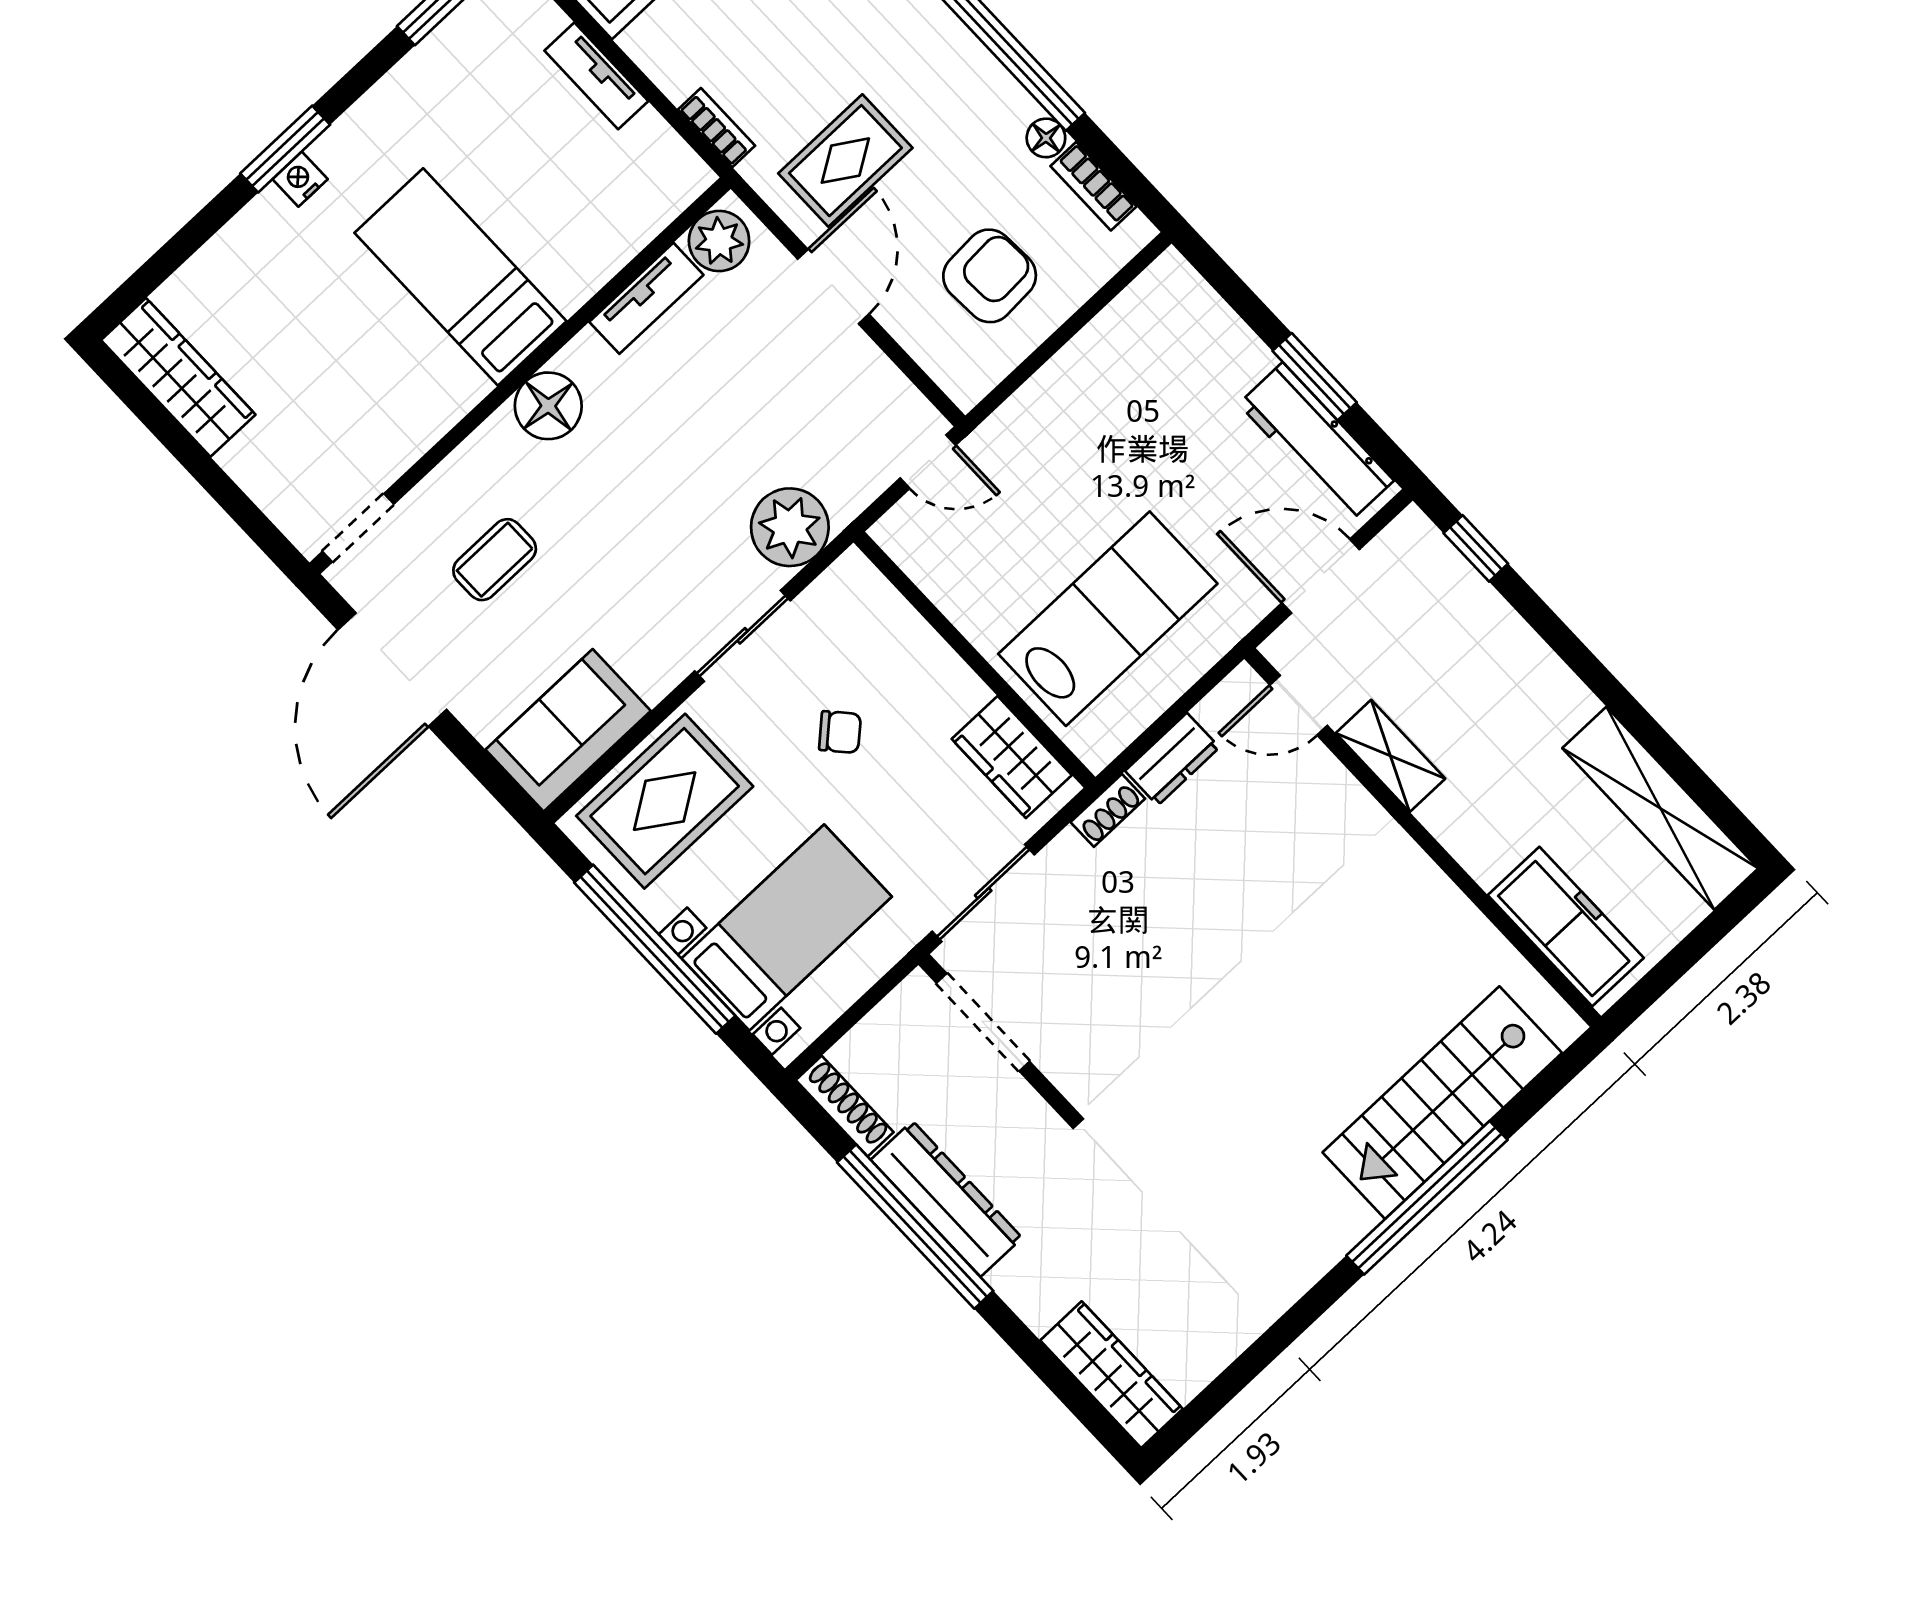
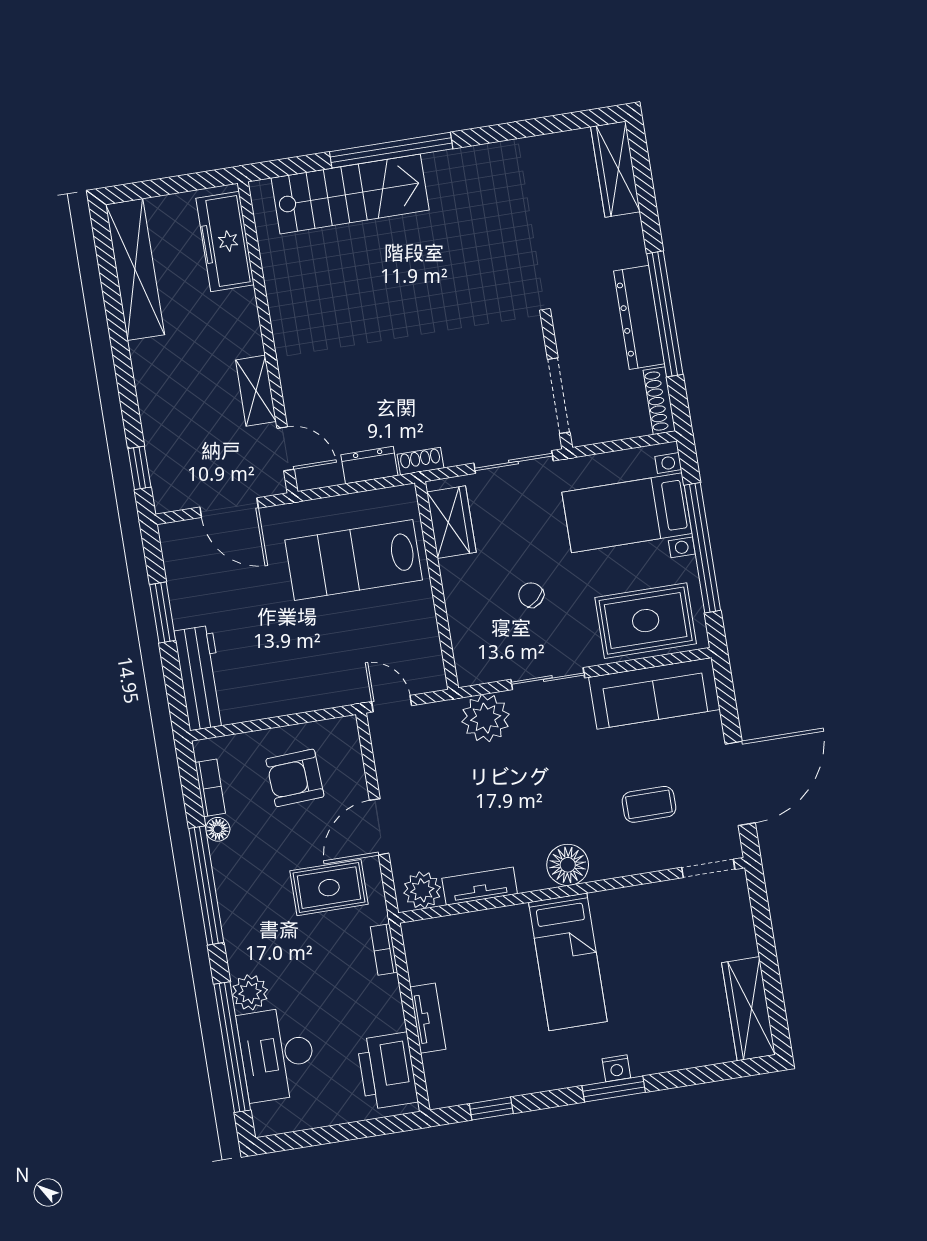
workbench: (1316, 442) -> (201, 678), moved
sofa: (568, 730) -> (654, 693), width x1.36

